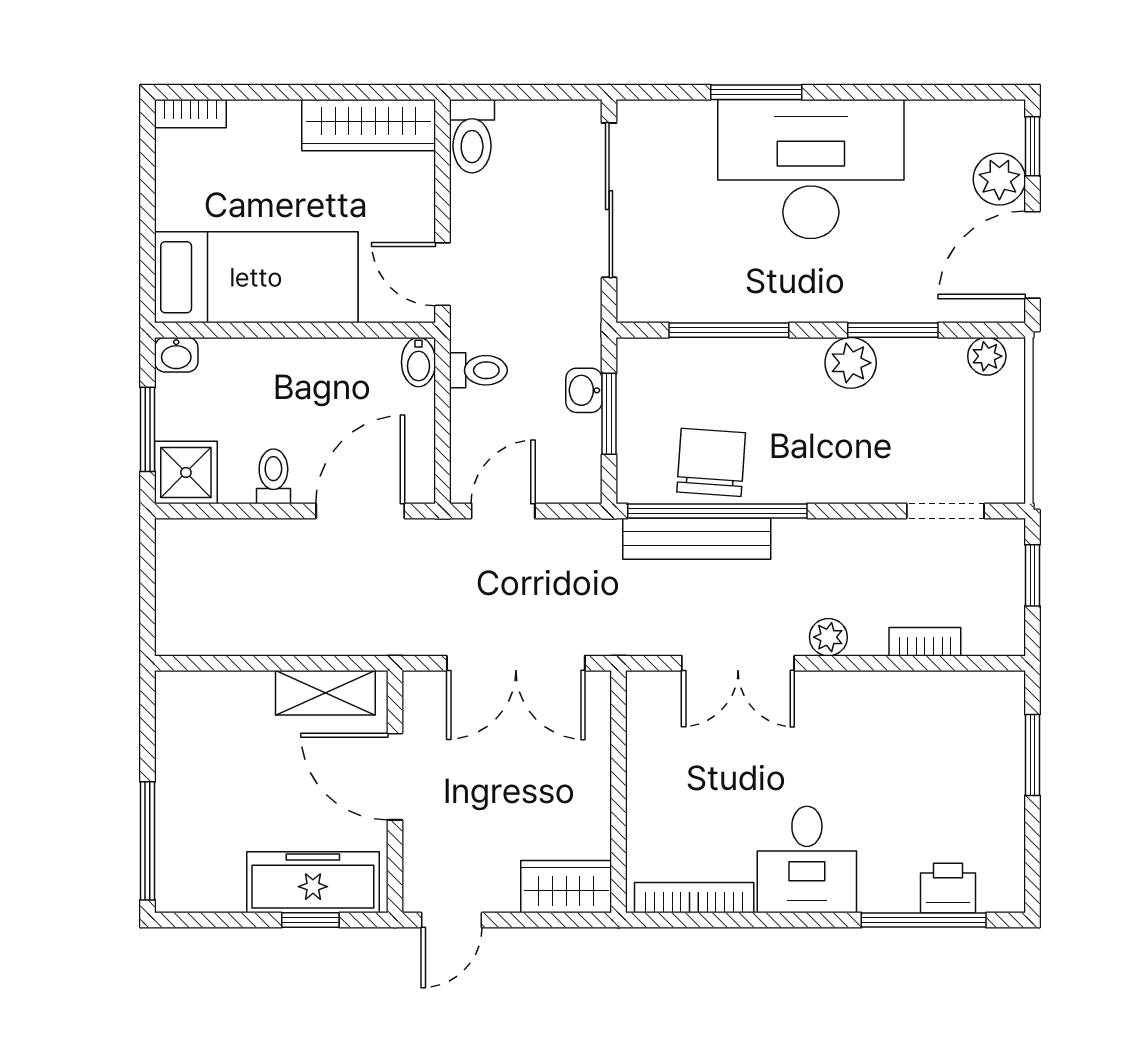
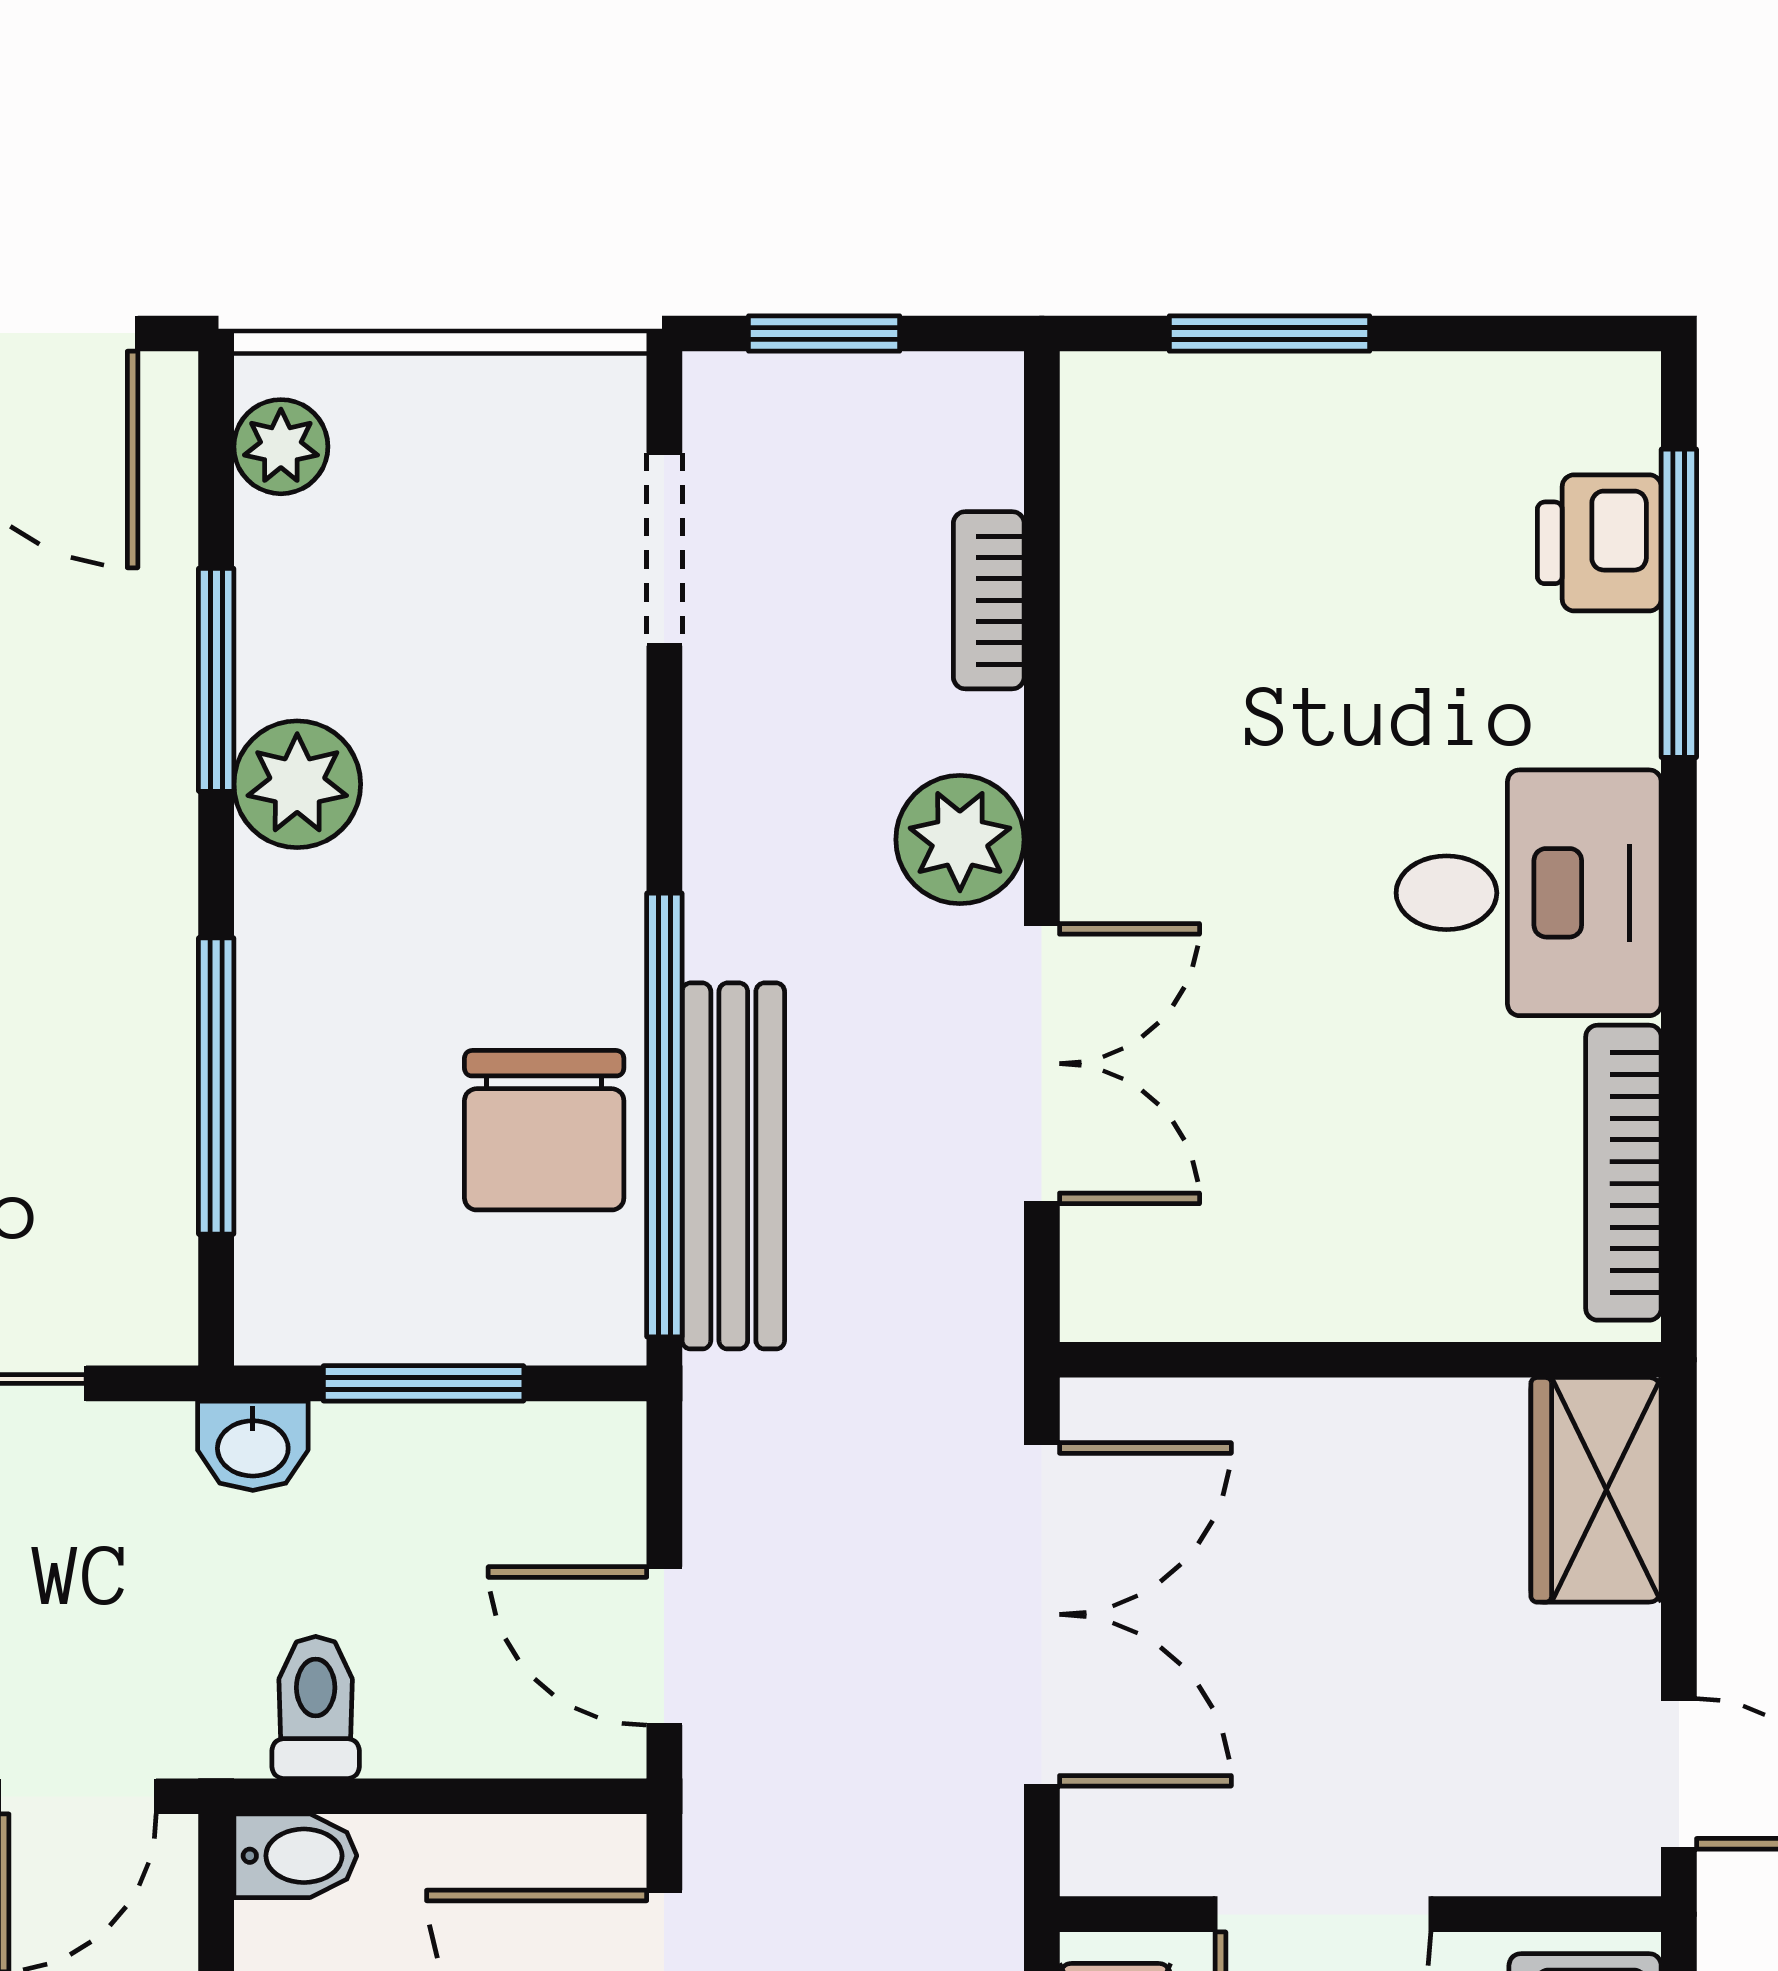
washbasin: (584, 390) -> (253, 1446), moved
chair: (711, 462) -> (544, 1130), turned -94
plant: (828, 637) -> (960, 840), width x1.38, depth x1.38

